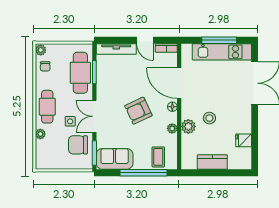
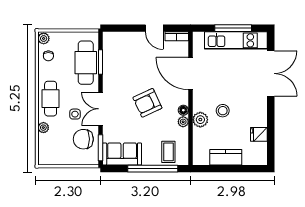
tv unit: (116, 49) -> (124, 37), removed
floor lamp: (172, 107) -> (183, 110), moved

